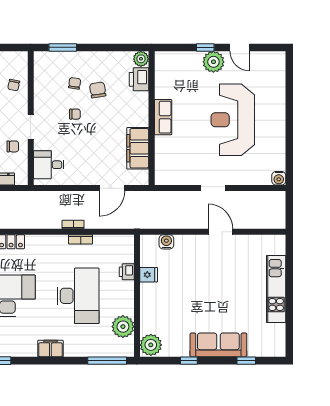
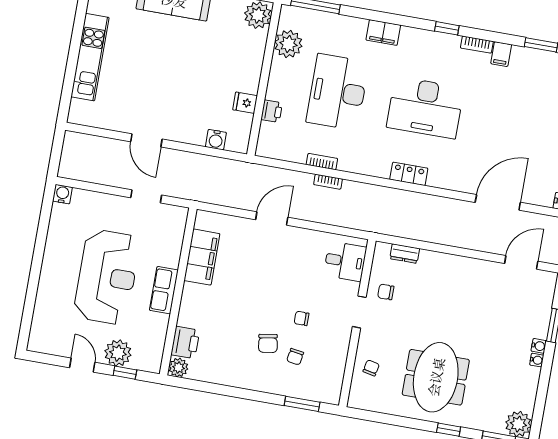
plant: (141, 59) -> (178, 368), moved
printer: (139, 79) -> (185, 342), moved
row of seats: (163, 117) -> (164, 290), moved
wall: (152, 118) -> (178, 292), moved
filing cabinet: (138, 148) -> (202, 257), moved

